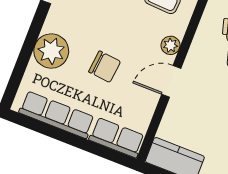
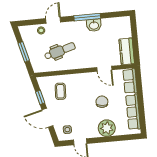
plant: (171, 45) -> (78, 78), removed
door: (171, 81) -> (104, 69), moved

